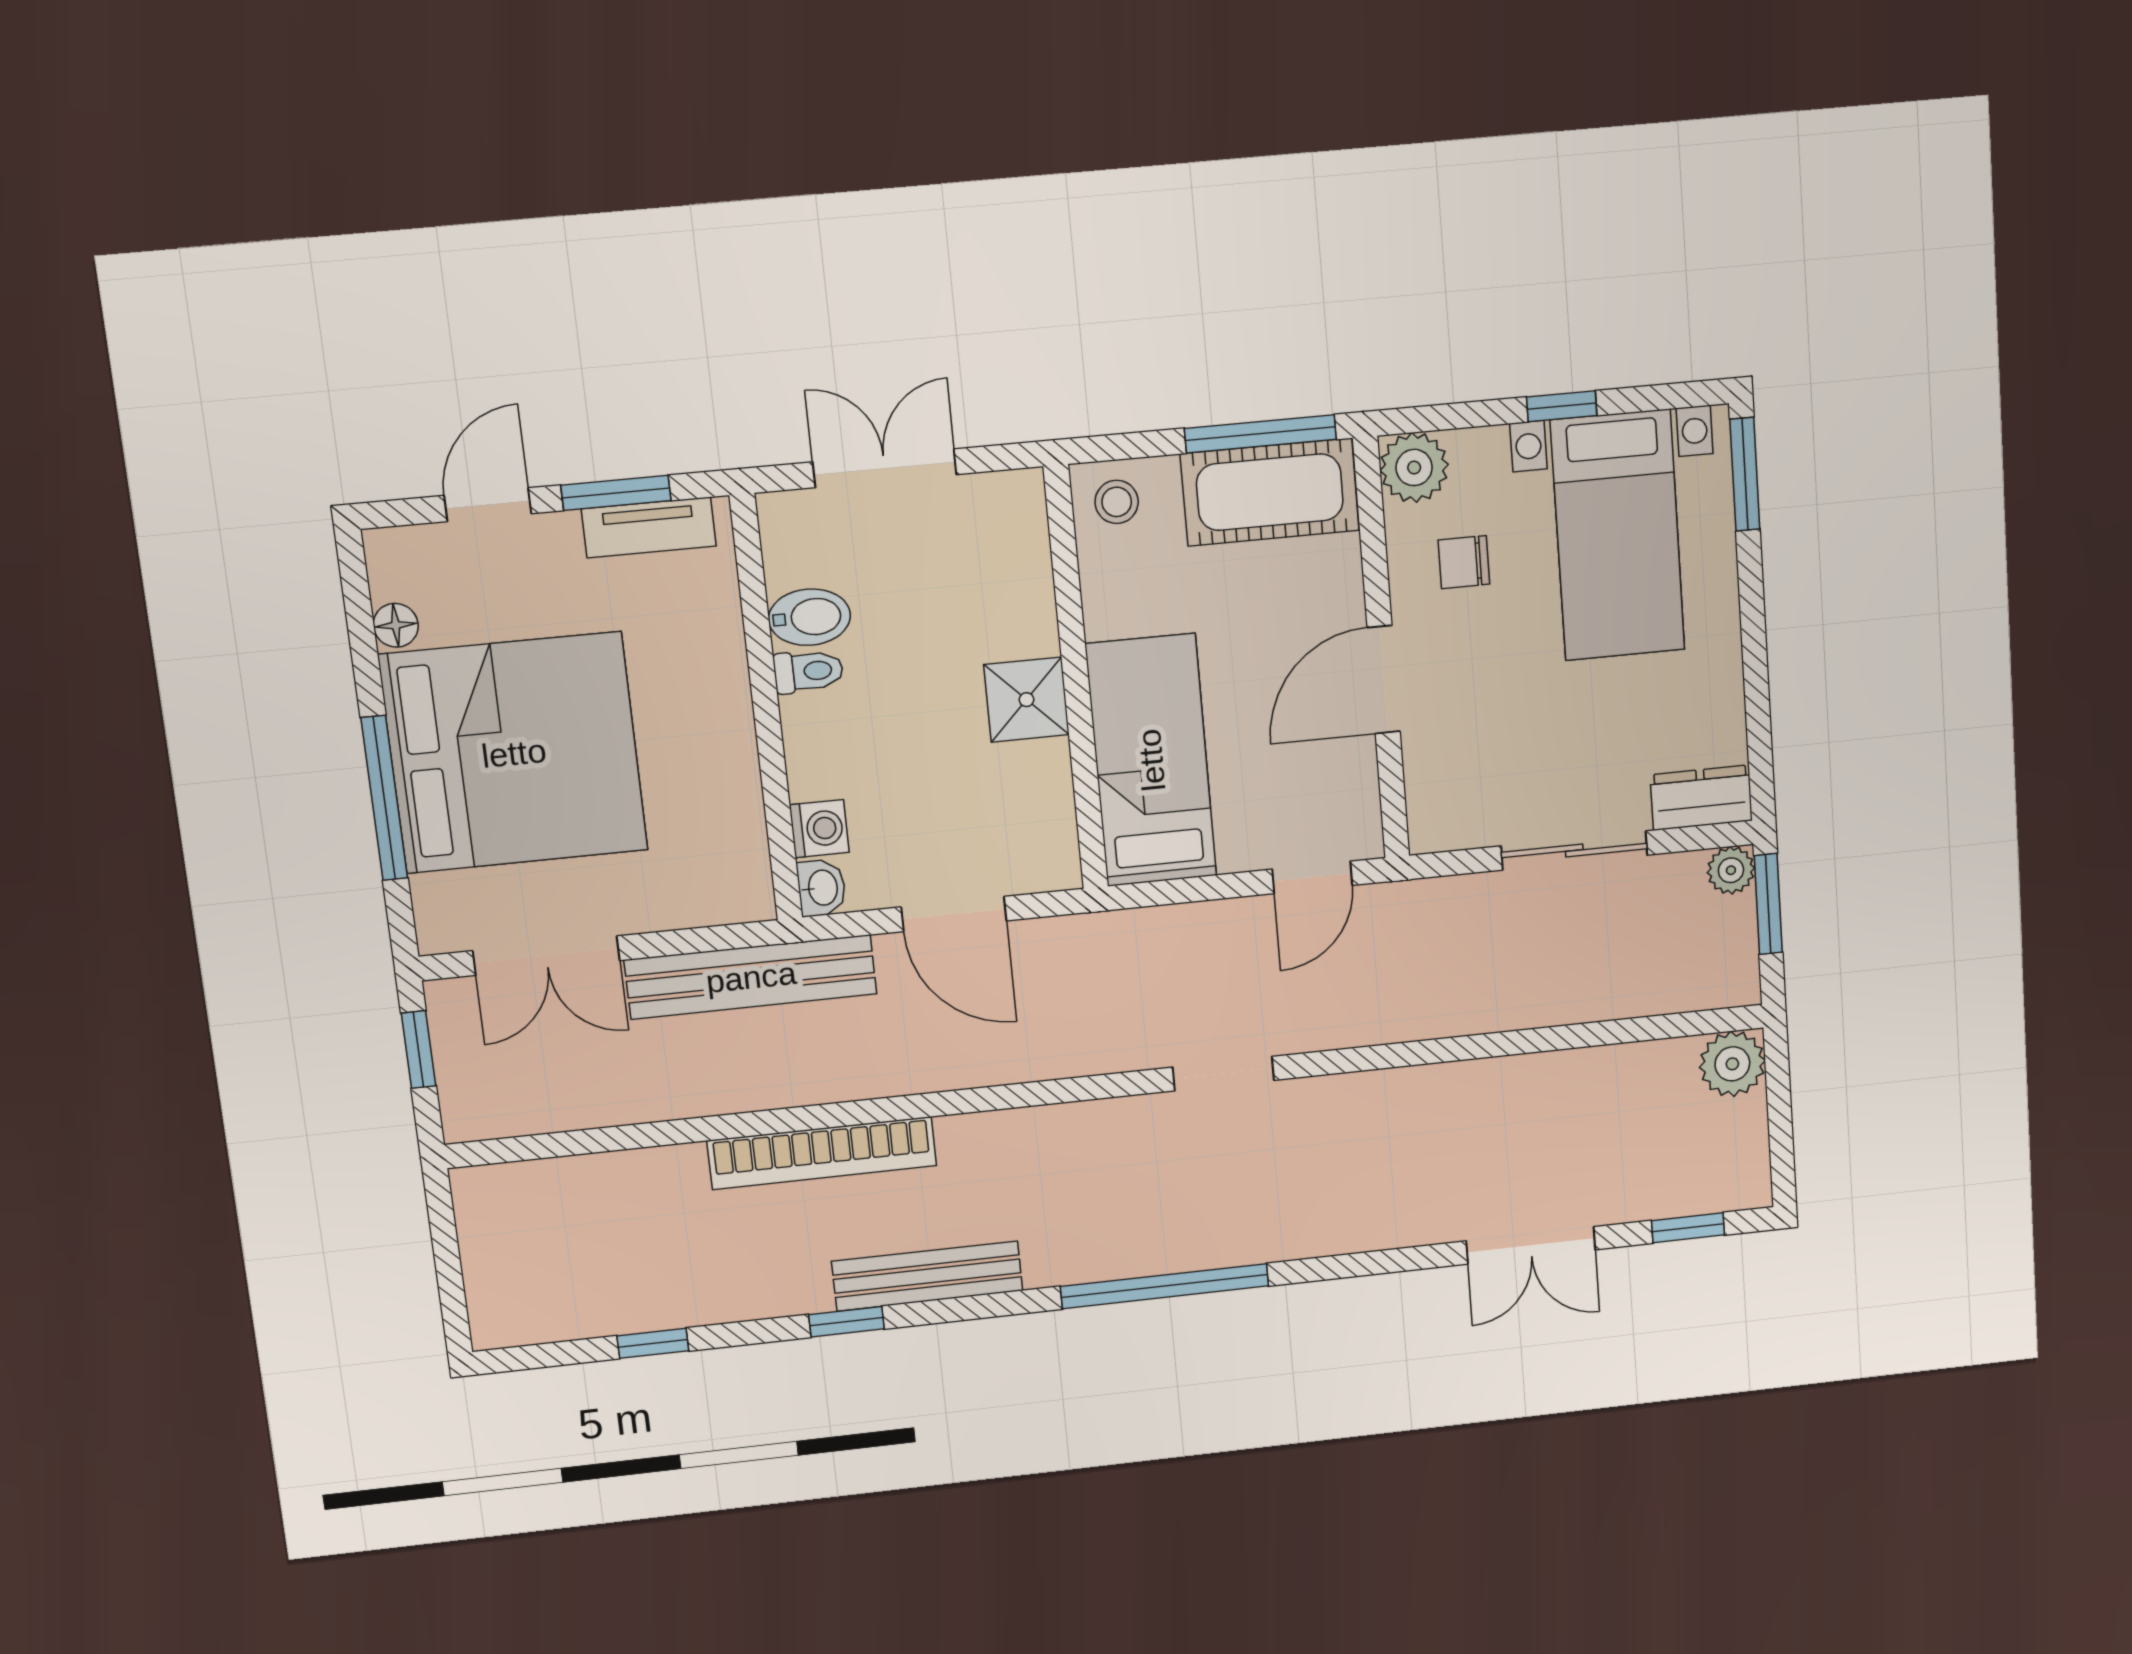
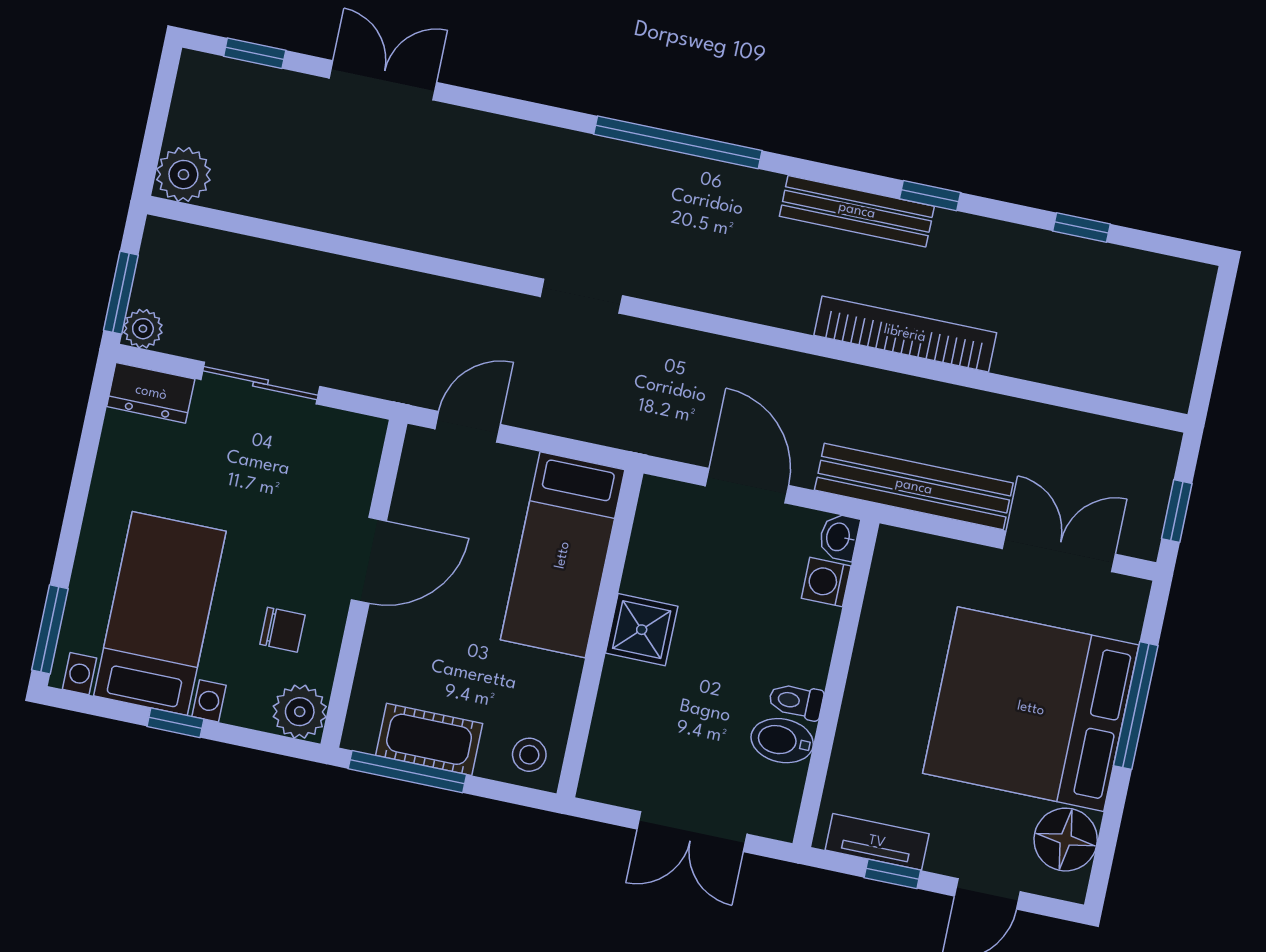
cot: (1270, 492) -> (429, 739), width x0.73, depth x0.75
window: (616, 493) -> (892, 874), width x0.67
floor lamp: (396, 625) -> (1066, 840), width x1.89, depth x1.89

